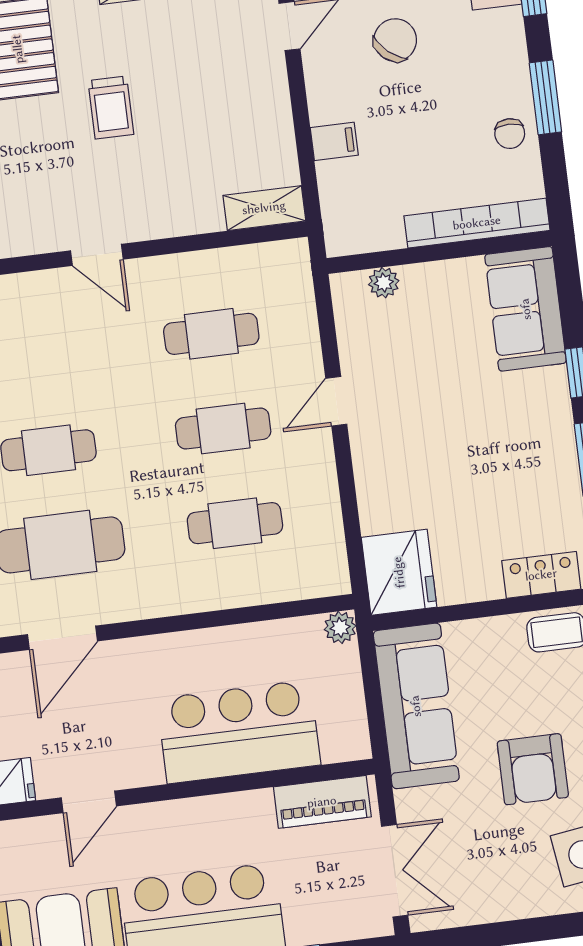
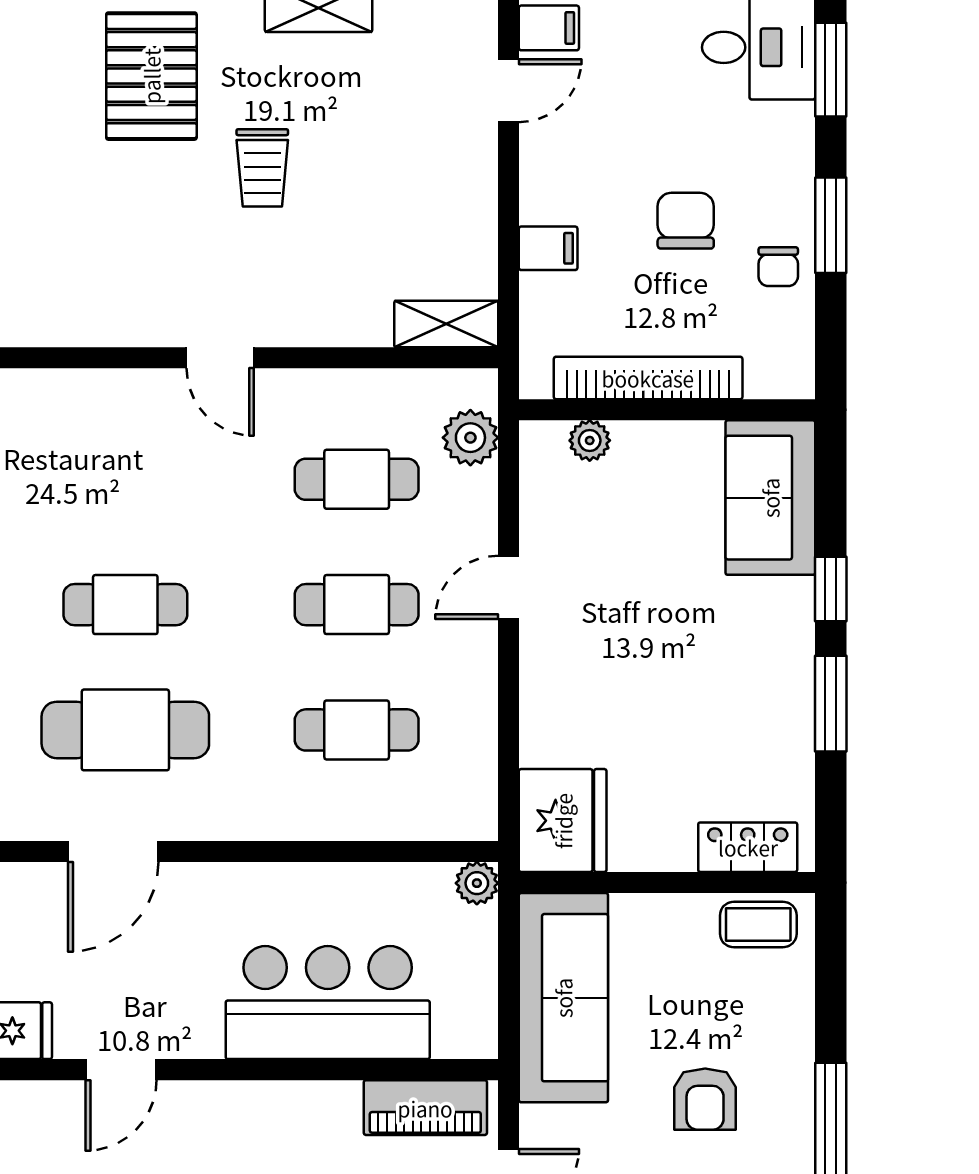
chair: (395, 40) -> (686, 221), moved, turned -41
bookcase: (477, 223) -> (648, 378), moved
plant: (293, 292) -> (470, 438), added
armchair: (533, 769) -> (705, 1099), width x0.72, depth x0.72

